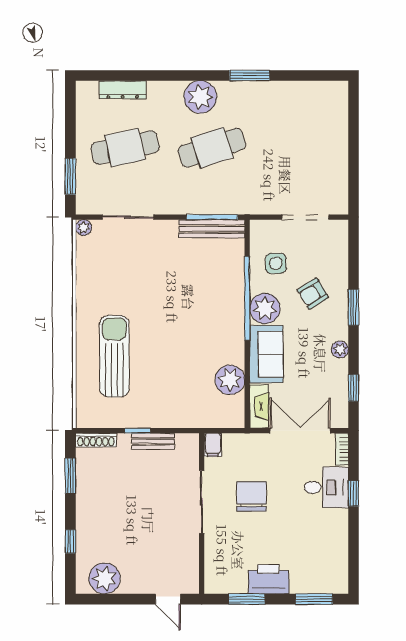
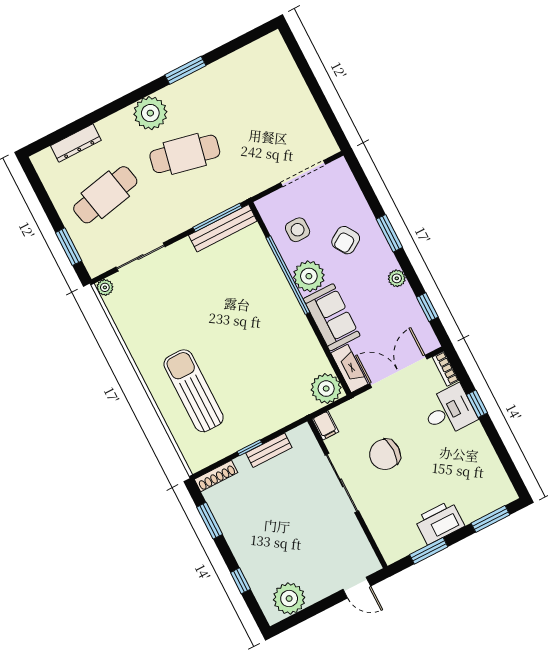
cafe table: (212, 148) -> (185, 154), turned 30
plant: (230, 380) -> (326, 389), moved
chair: (251, 496) -> (385, 454), turned -90

